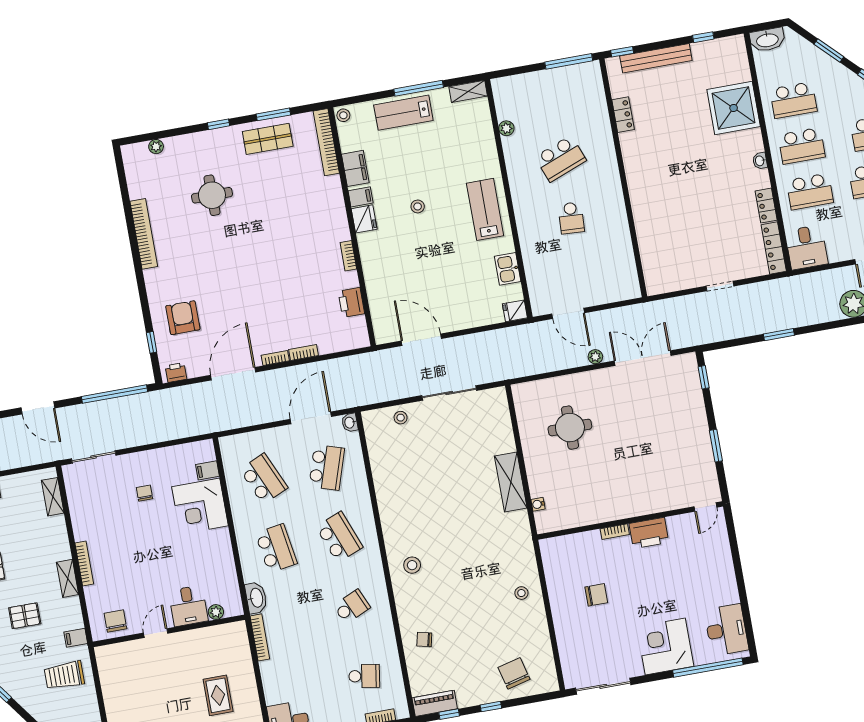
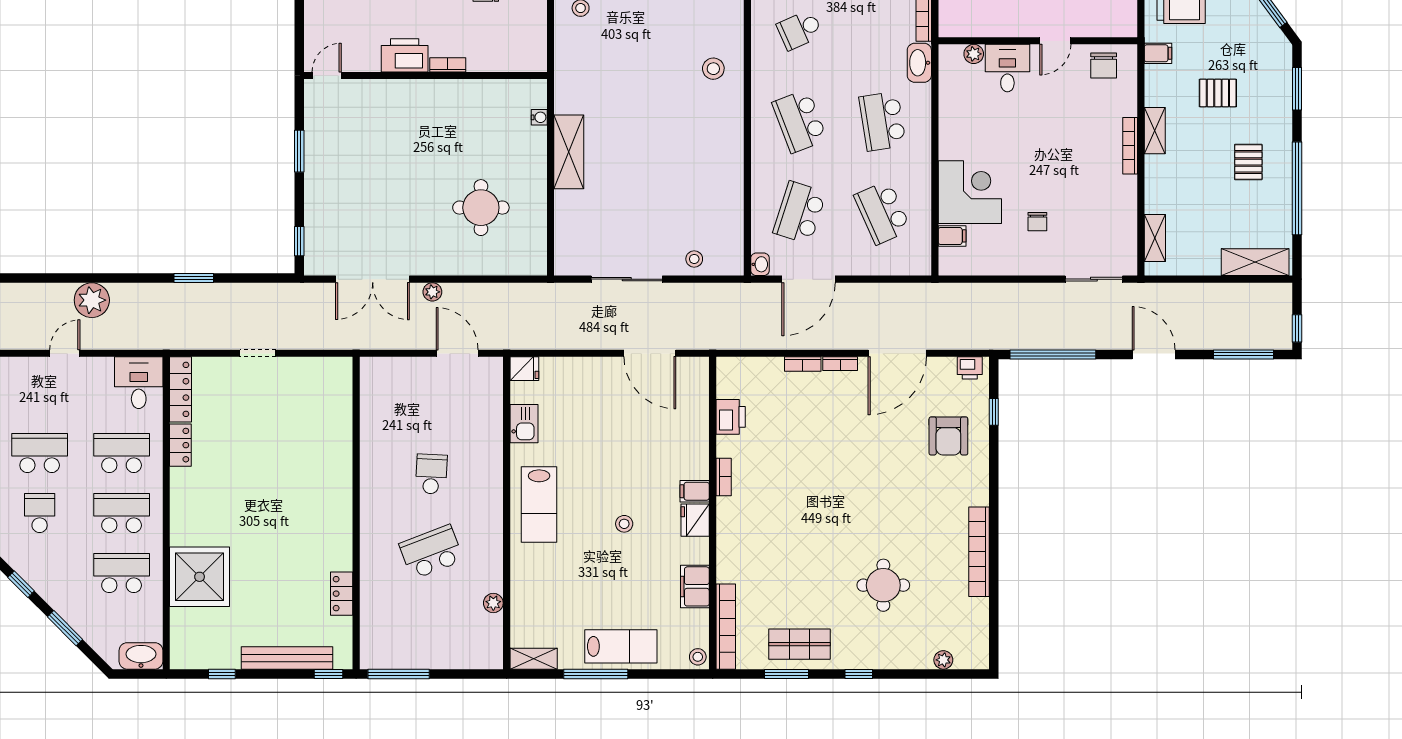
washbasin: (760, 161) -> (178, 504), removed
filing cabinet: (361, 197) -> (695, 491), moved

